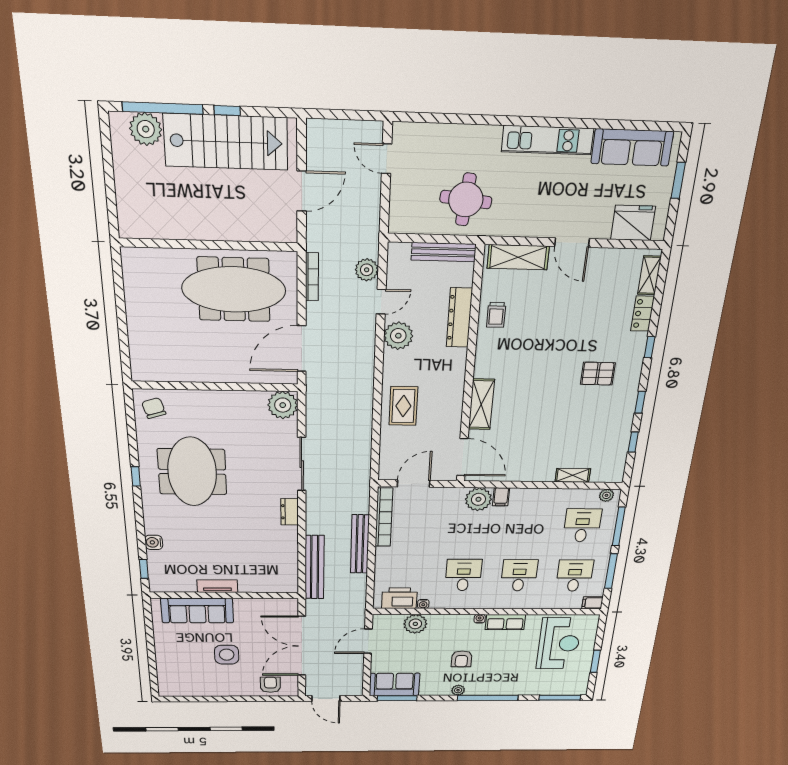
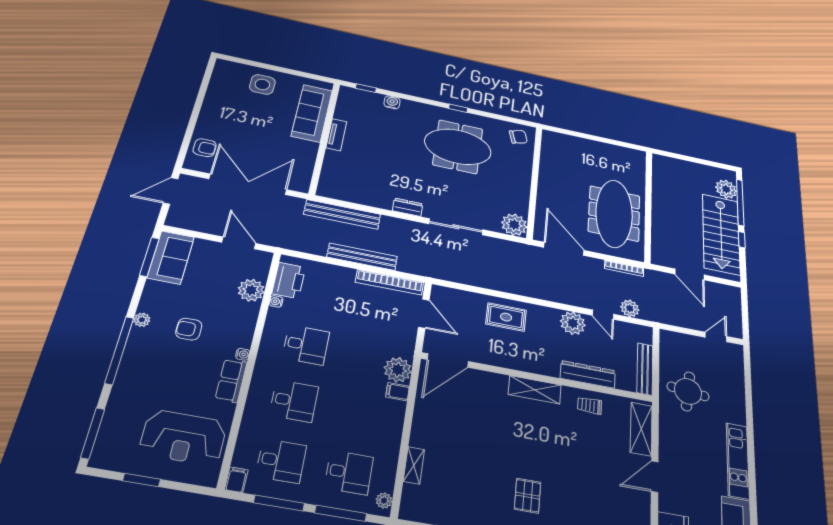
shelving: (481, 404) -> (535, 390), moved
side table: (227, 655) -> (262, 84), moved

